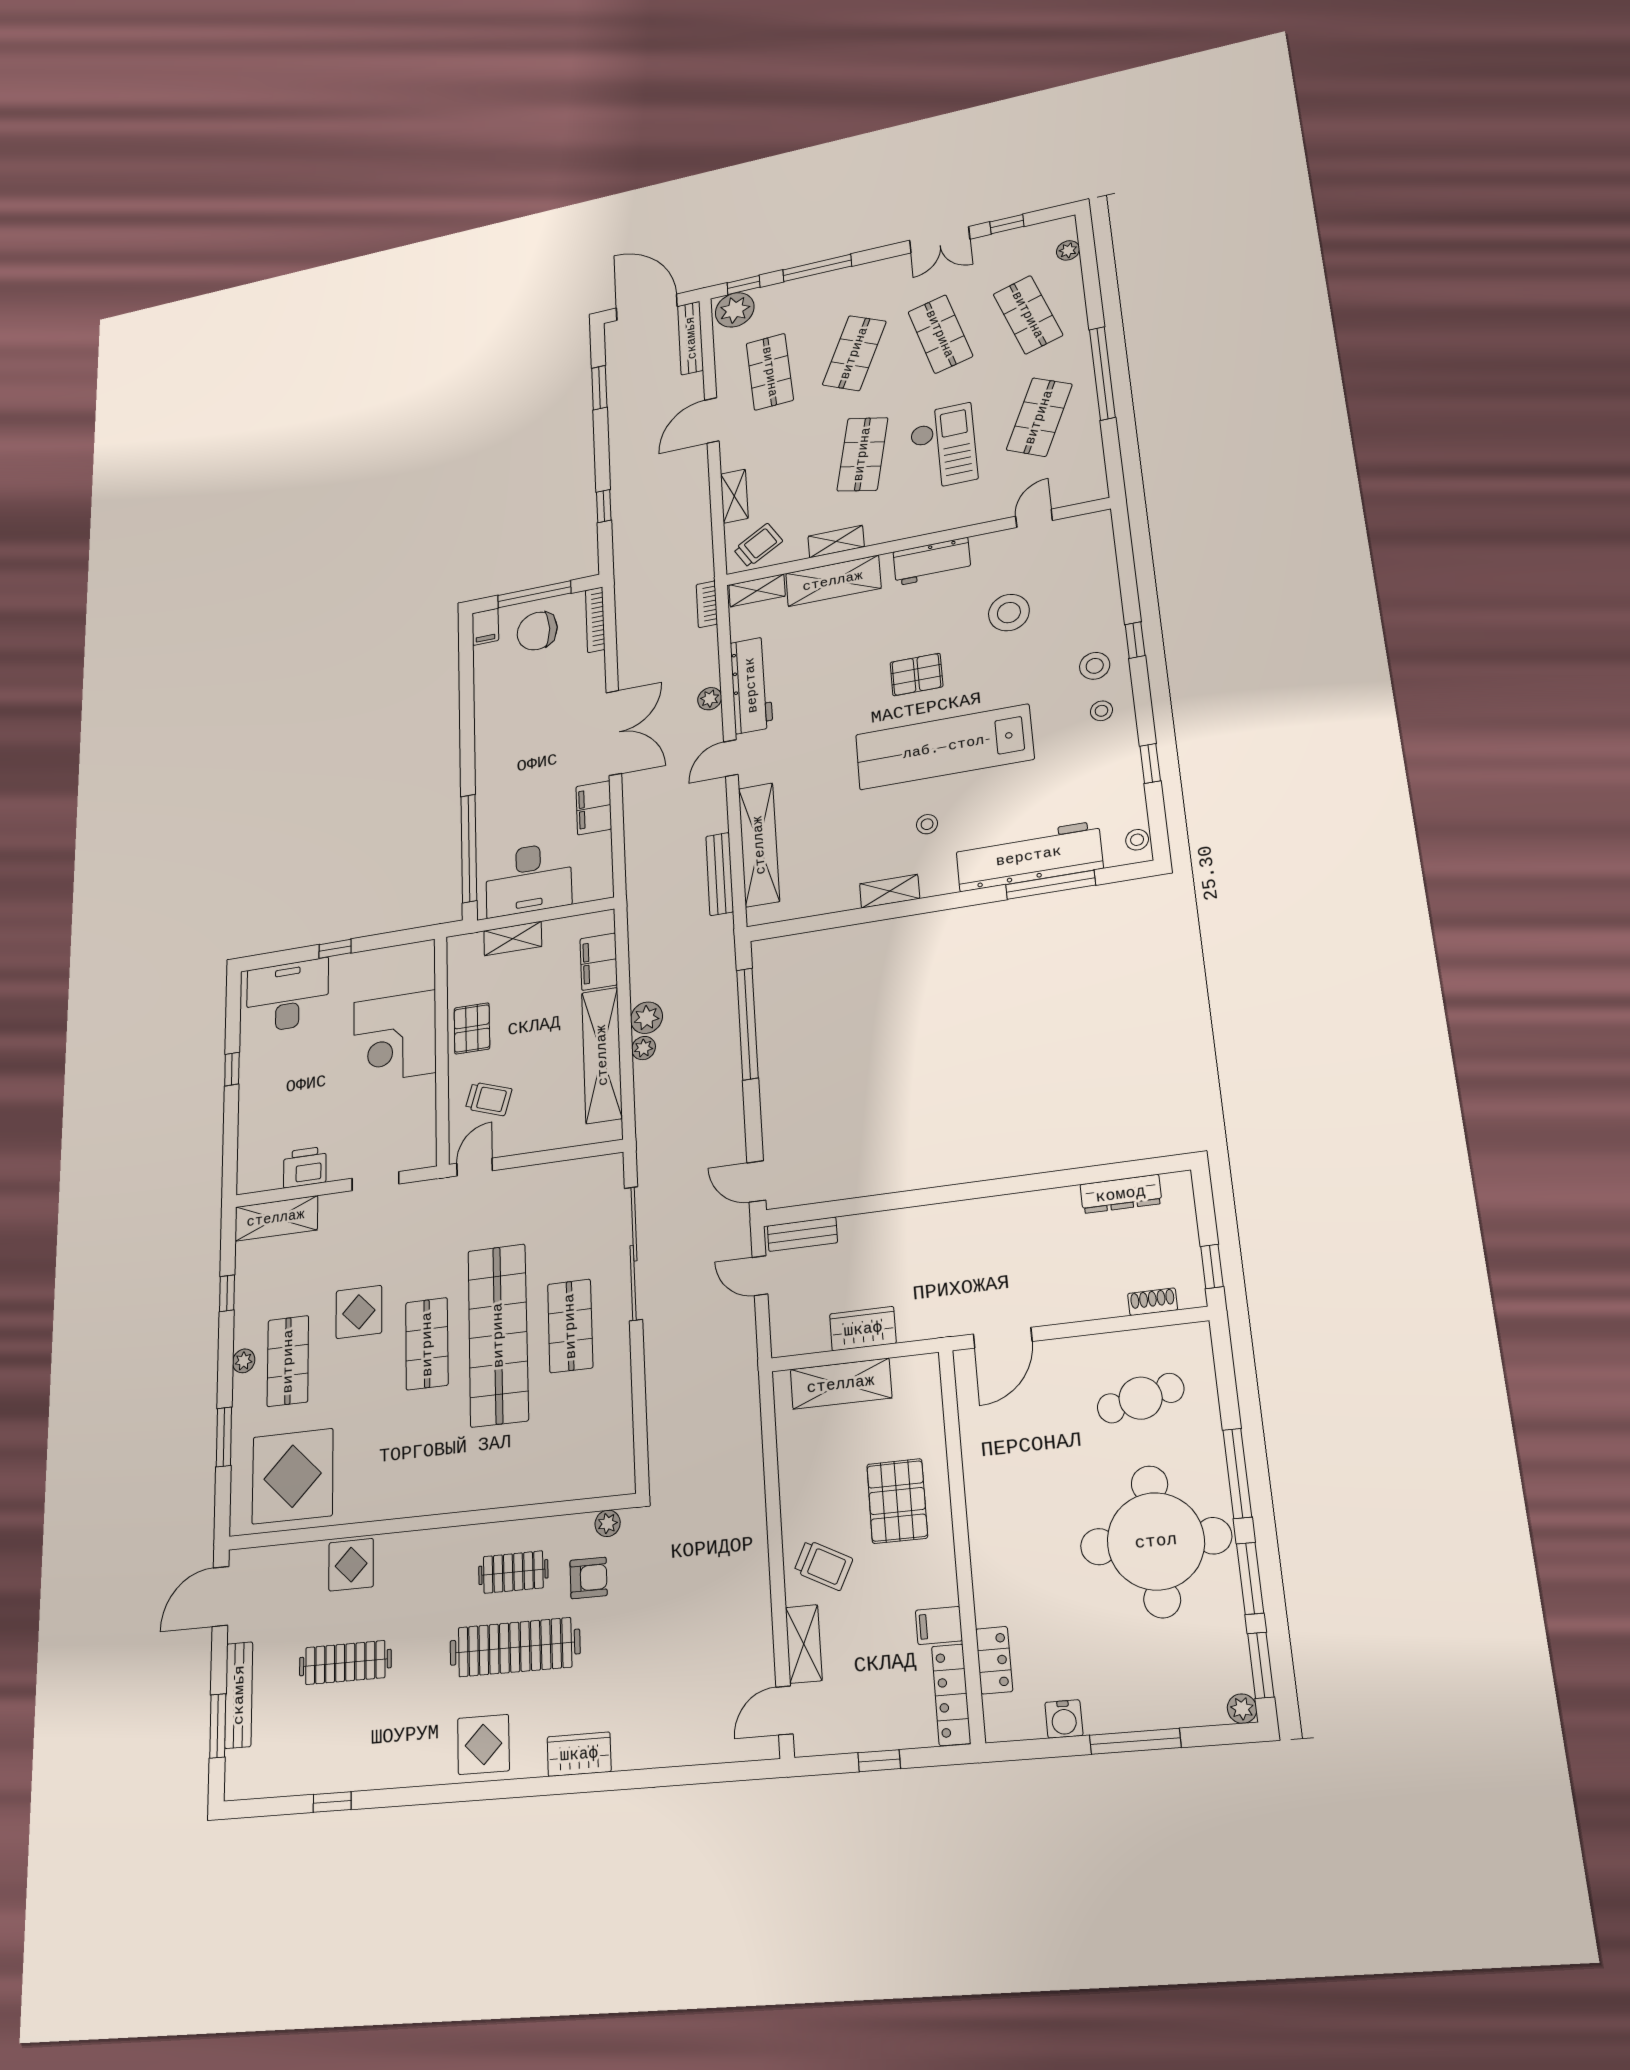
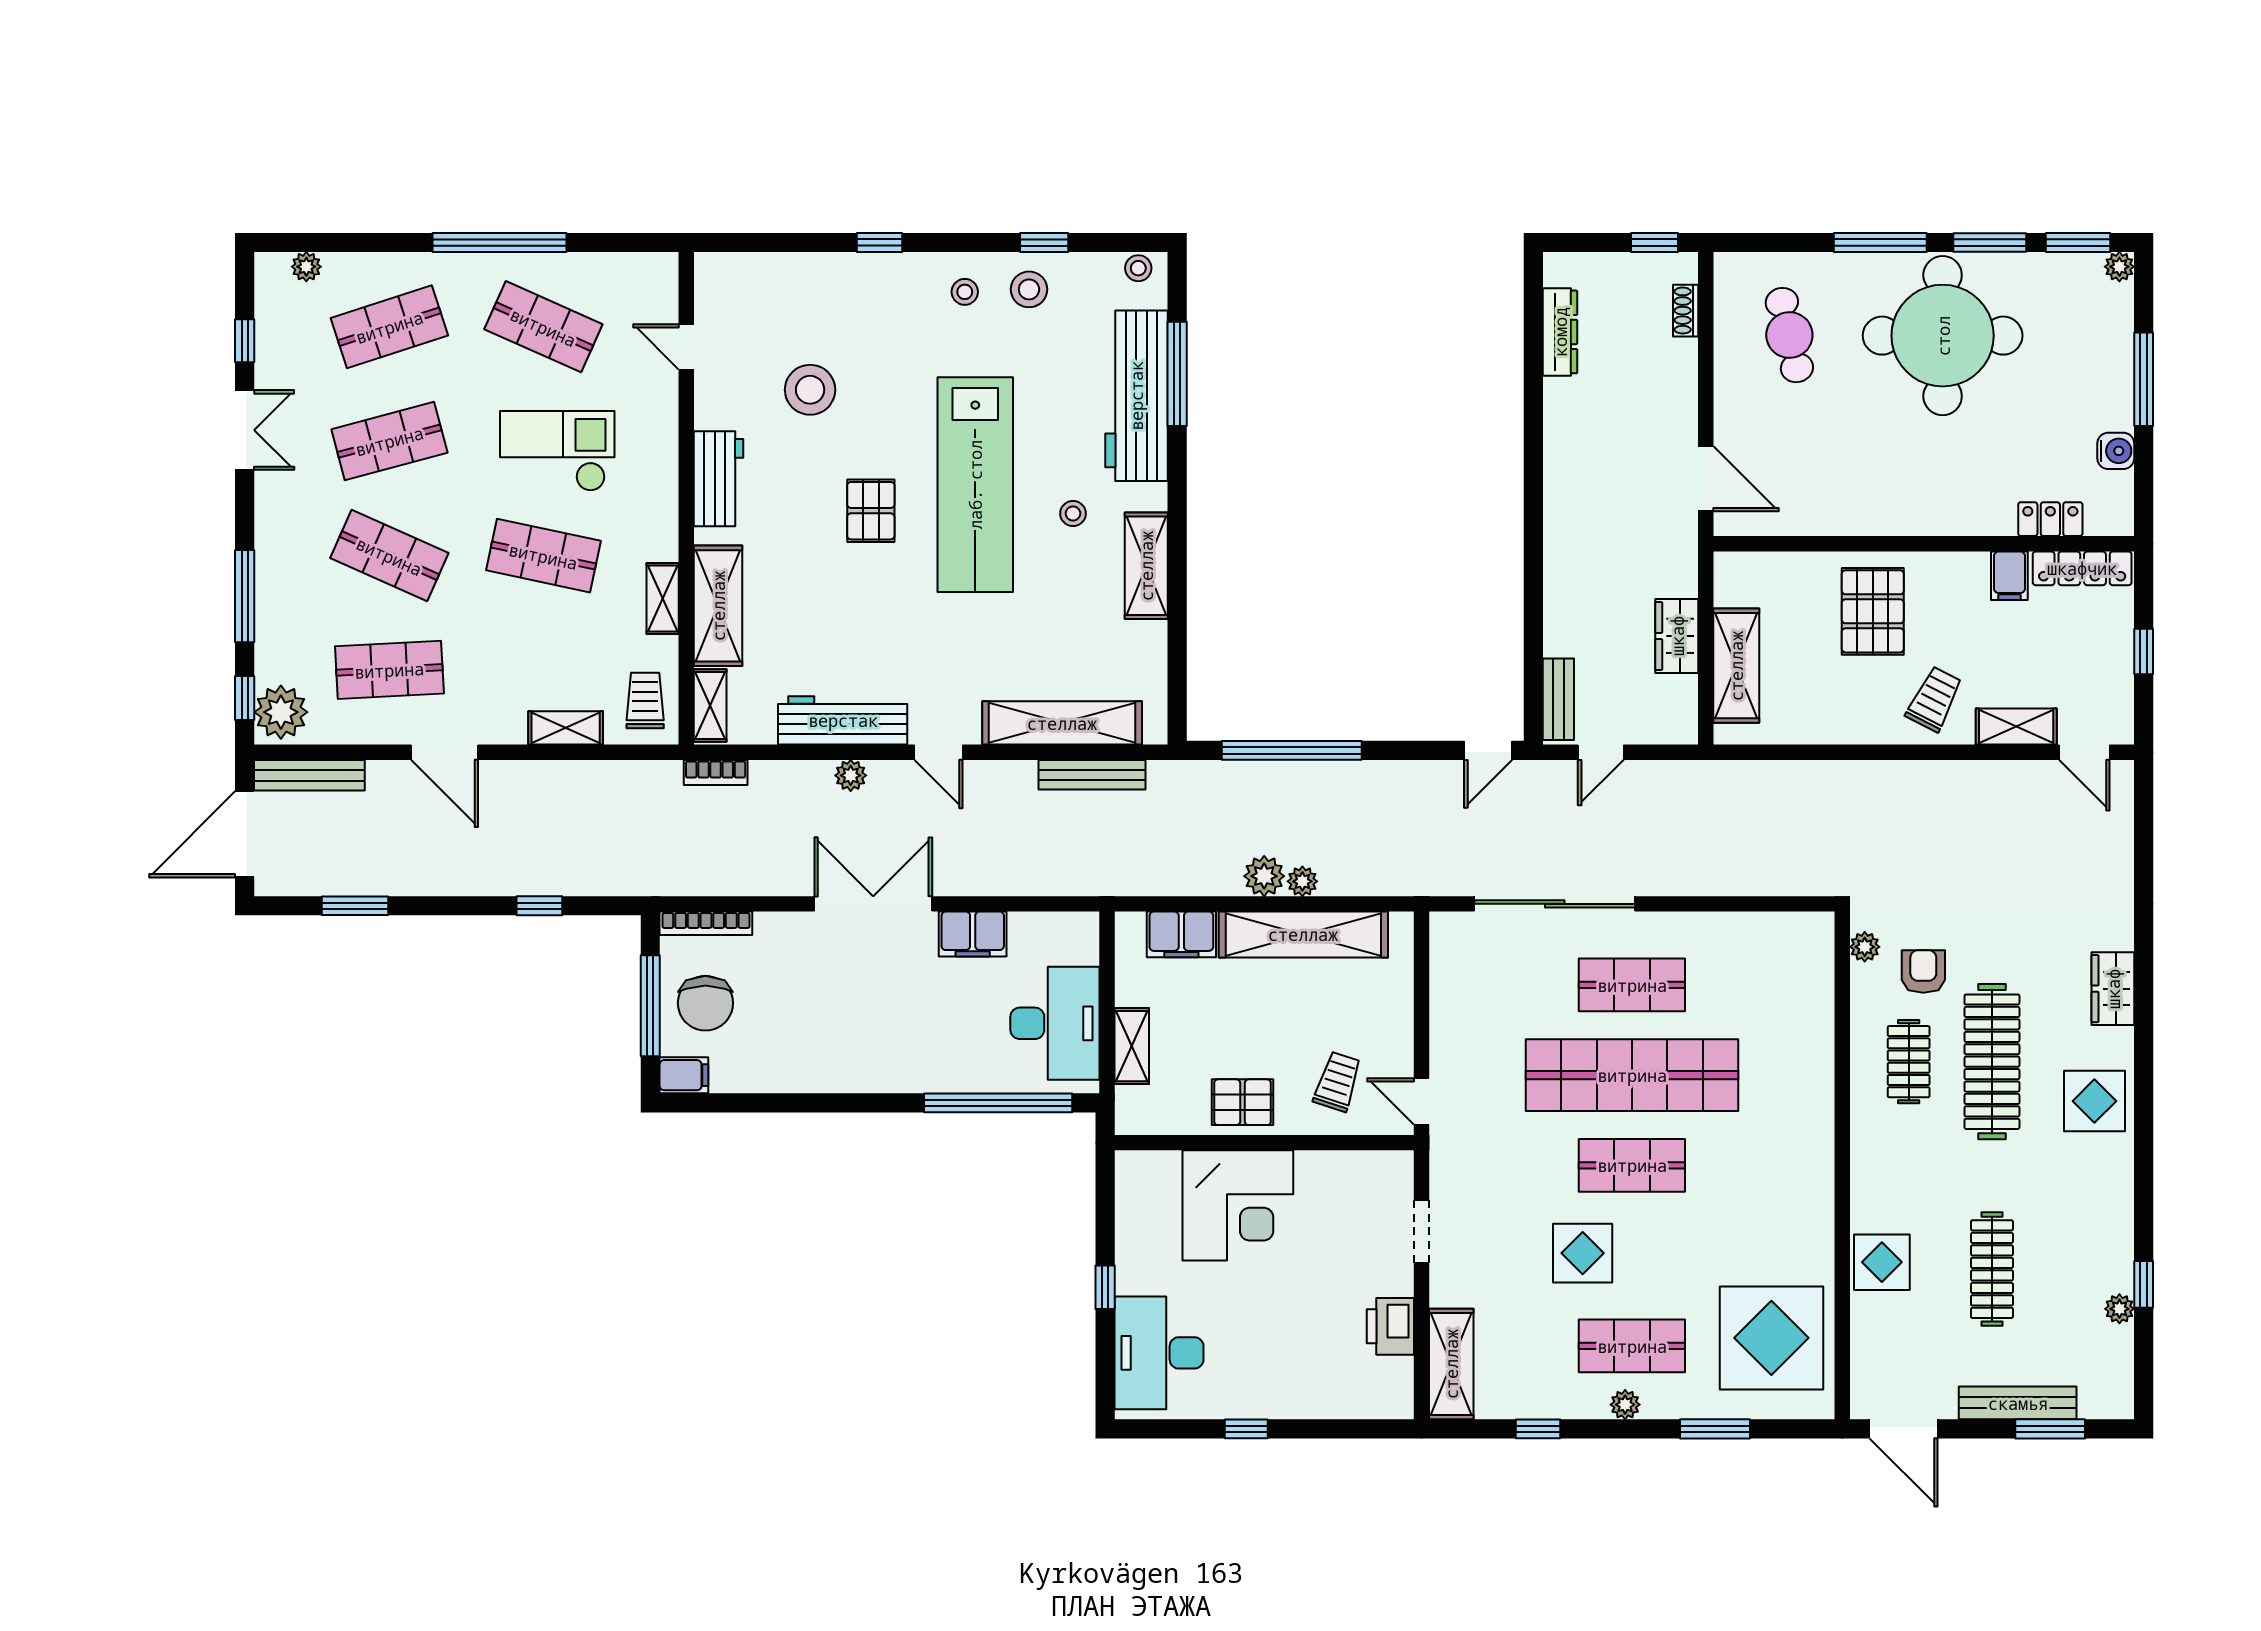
trolley: (758, 545) -> (645, 700), turned 31
stool: (1095, 666) -> (1029, 289), moved
shelving: (890, 891) -> (1146, 566), width x1.50, depth x1.33
pallet: (897, 1501) -> (1873, 611), turned 90
plant: (312, 1781) -> (2119, 1309), added

